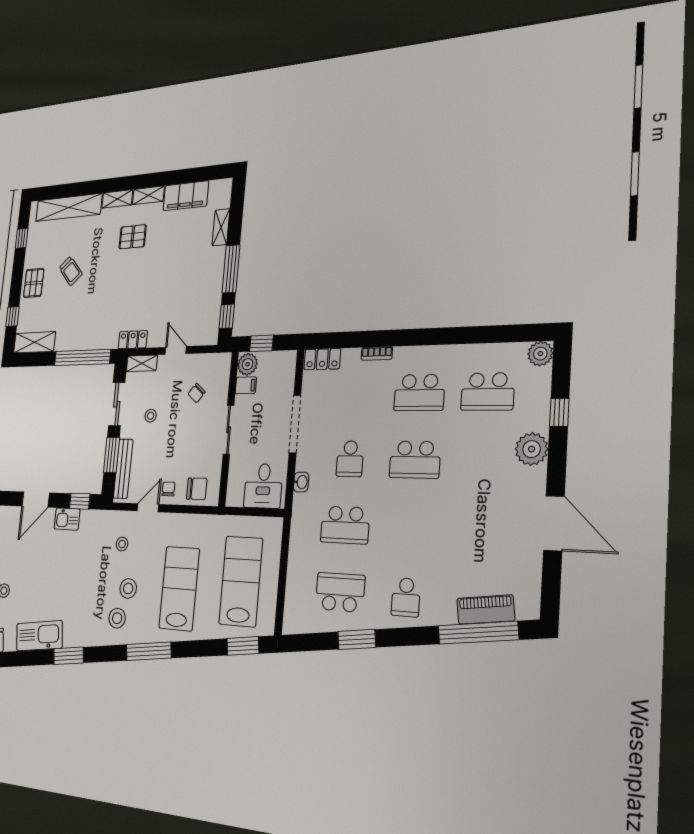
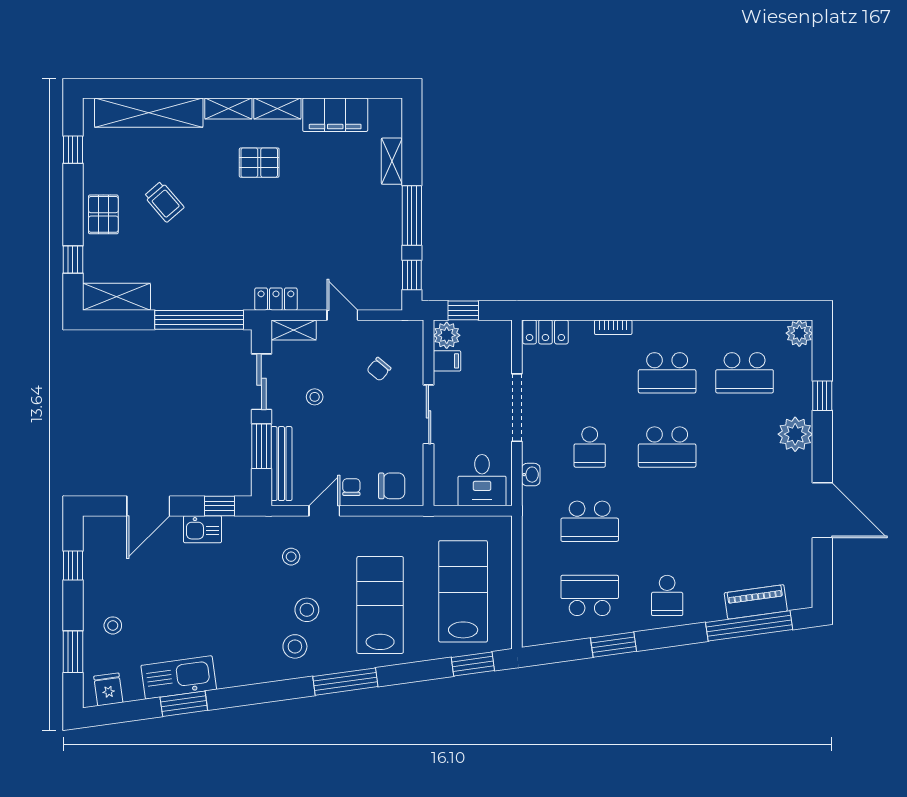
window: (69, 656) -> (184, 704), moved

